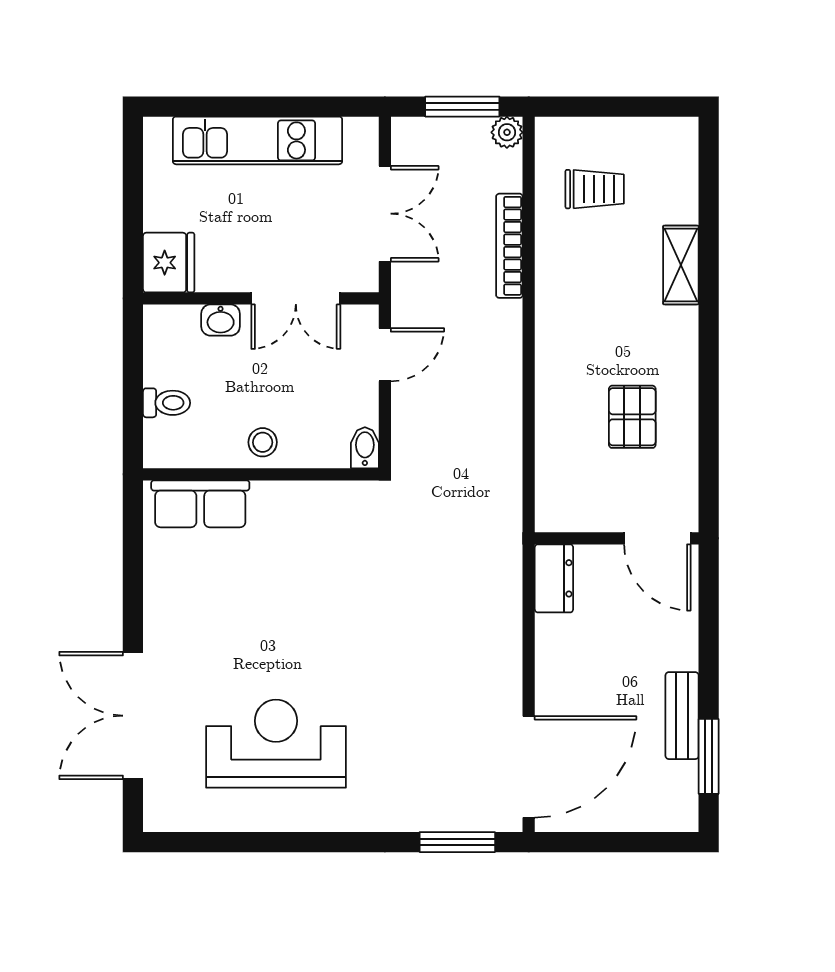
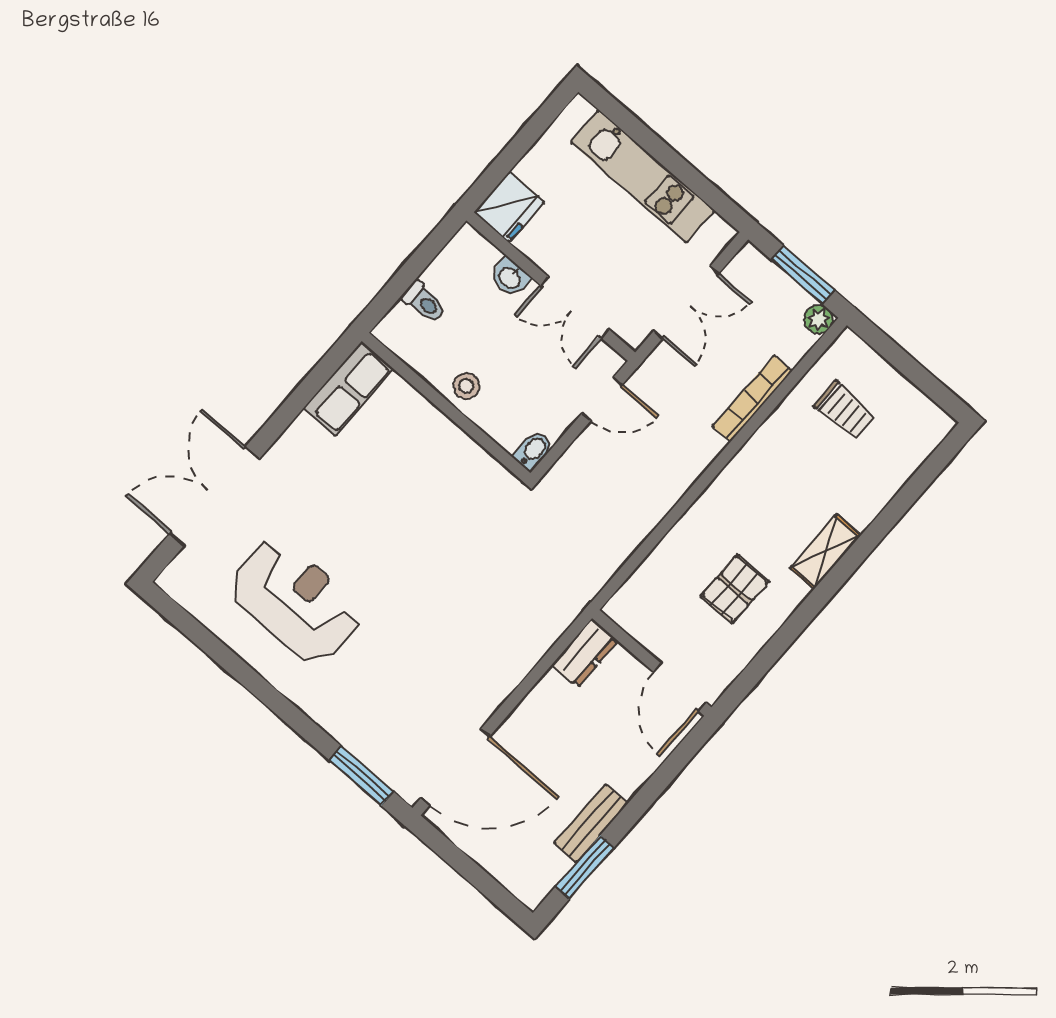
shelving: (681, 265) -> (826, 552), moved
row of seats: (200, 504) -> (348, 389), moved, turned -90

